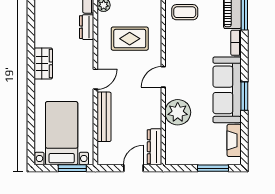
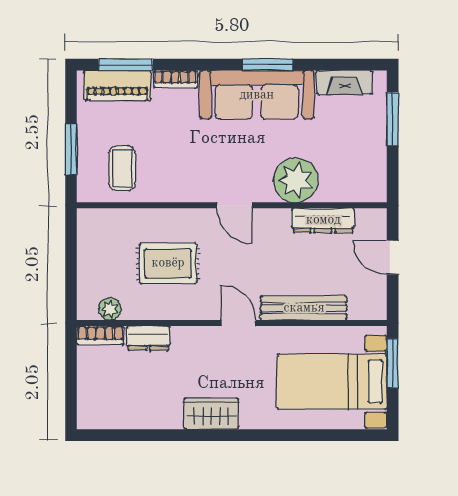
rug: (130, 39) -> (168, 263), turned 90
dresser: (155, 147) -> (323, 220), moved

